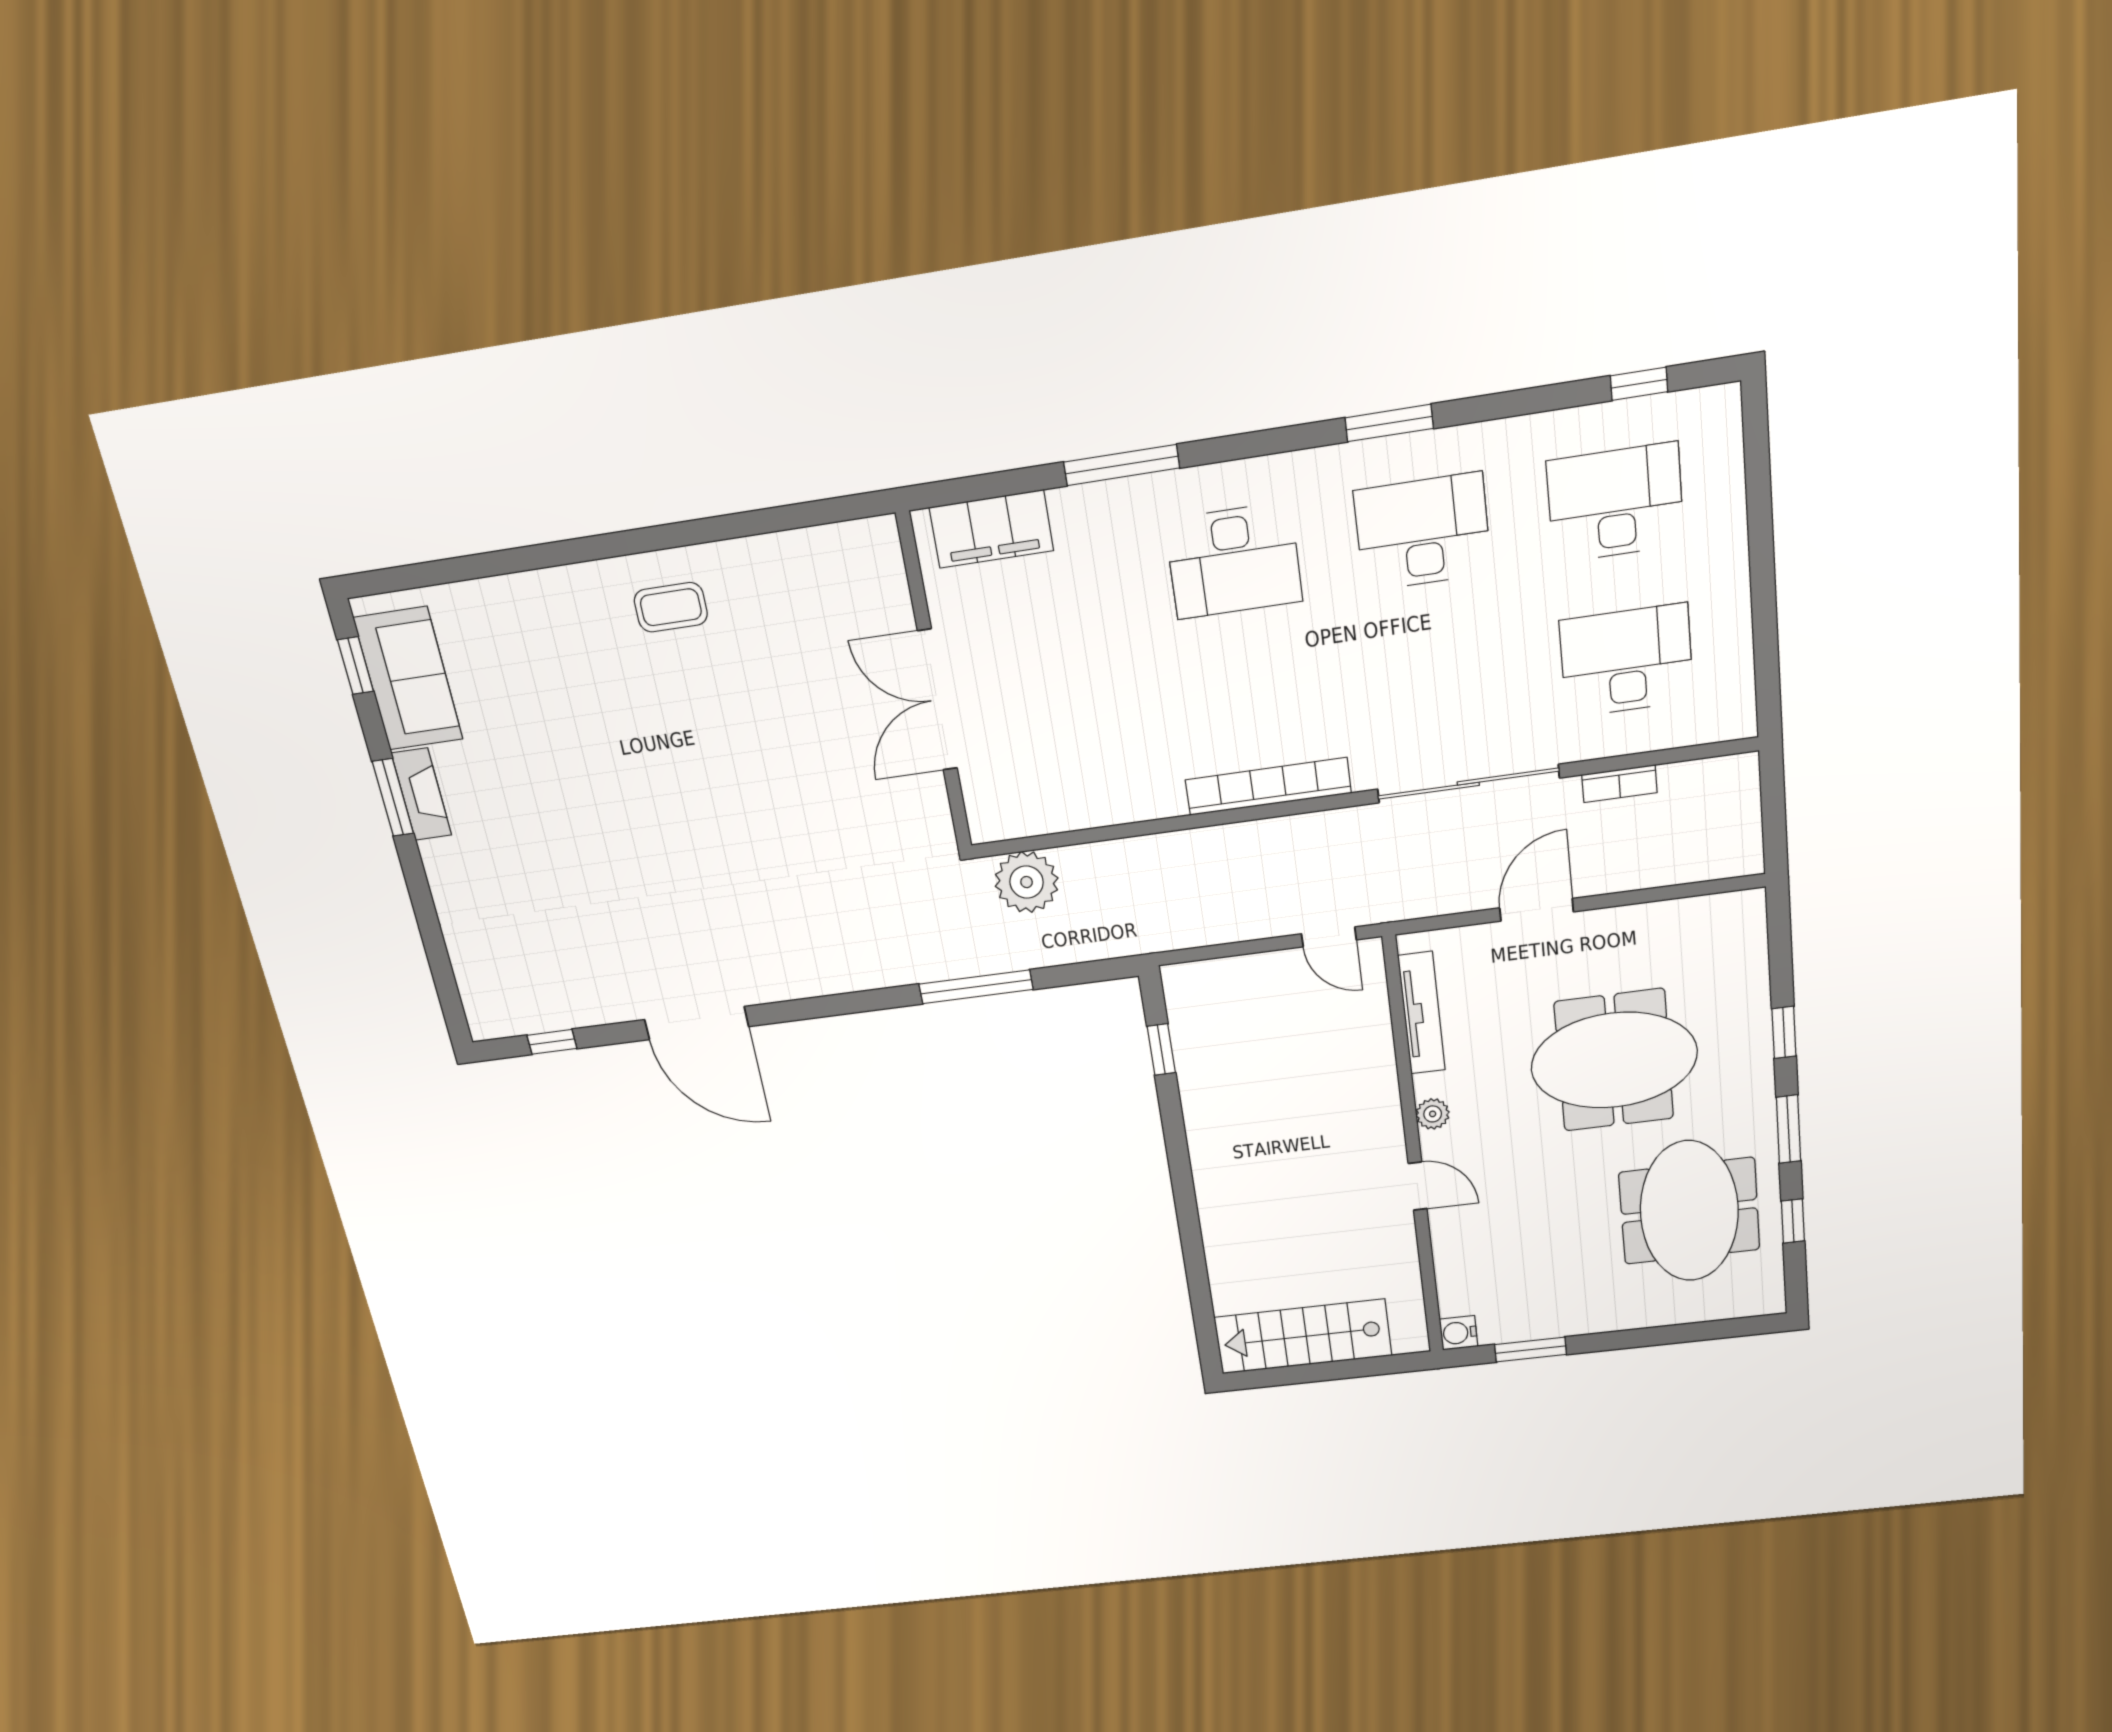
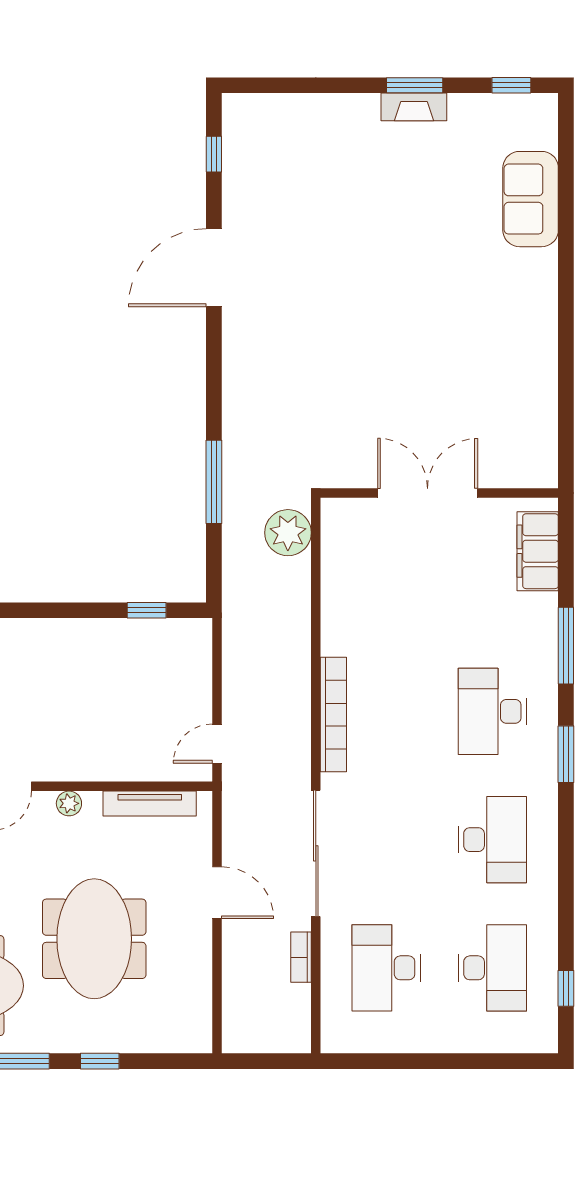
window: (1389, 423) -> (566, 754), moved
coffee table: (671, 607) -> (518, 320), removed
desk: (1626, 661) -> (386, 968), turned 180
sofa: (408, 679) -> (531, 199), moved, turned 90

